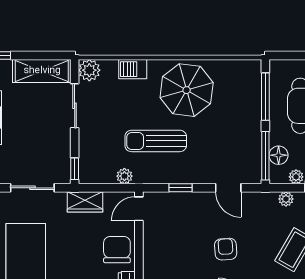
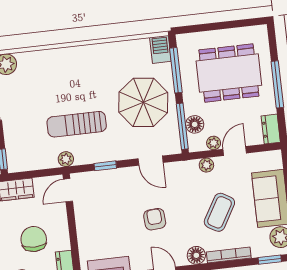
barbecue: (133, 69) -> (160, 49), moved, turned 90
parasol: (187, 90) -> (143, 102), moved
plant: (124, 176) -> (66, 159), moved
chair: (117, 250) -> (34, 239), moved

